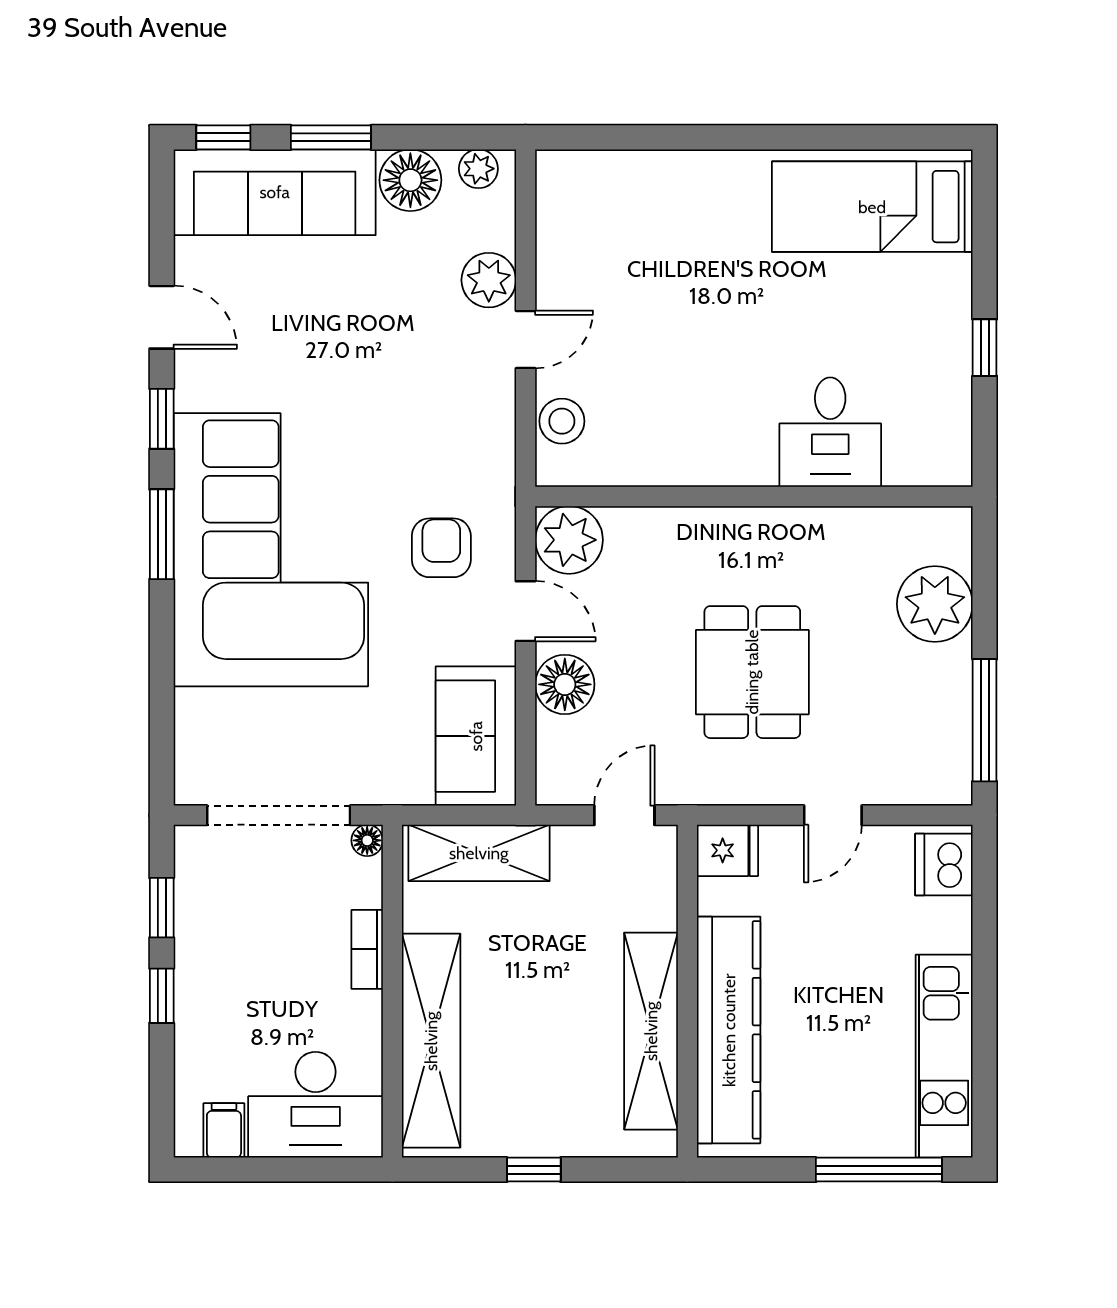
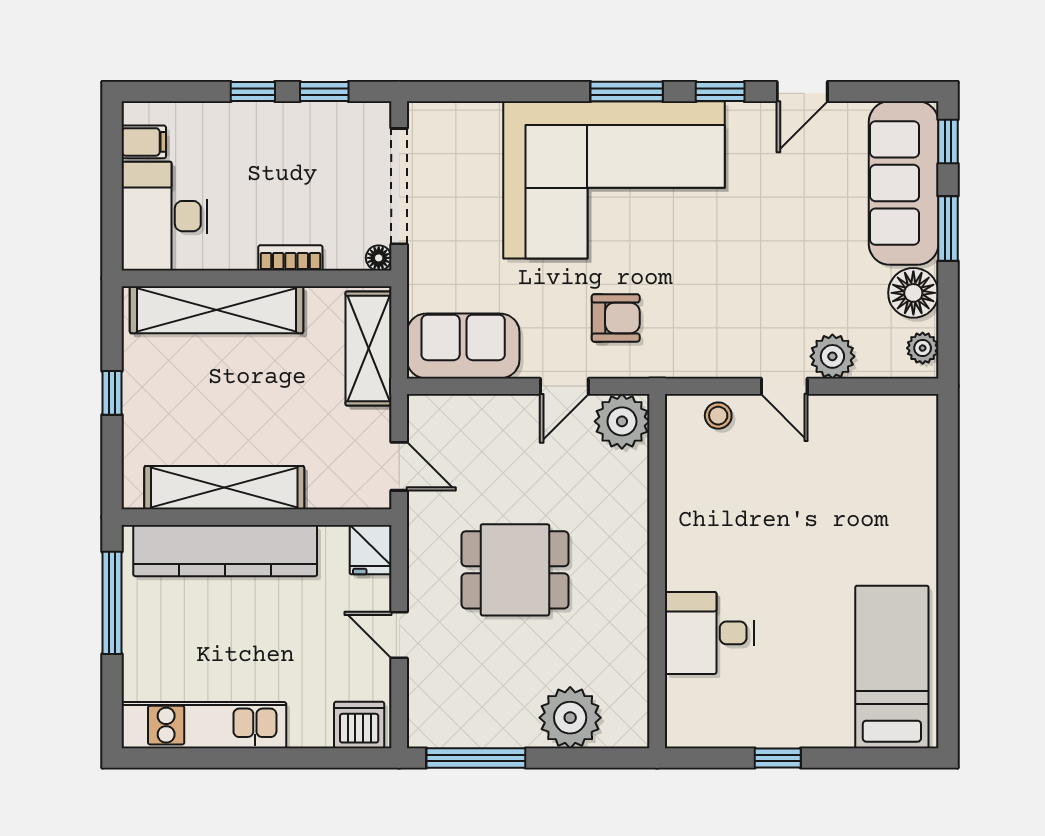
stool: (562, 421) -> (718, 416), width x0.73, depth x0.73
floor lamp: (565, 684) -> (505, 418), removed
window: (879, 1170) -> (112, 603), moved

